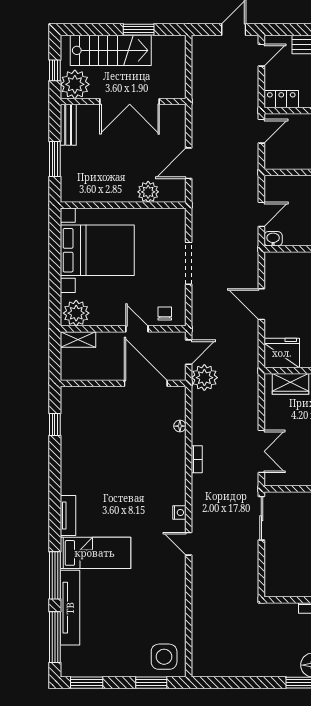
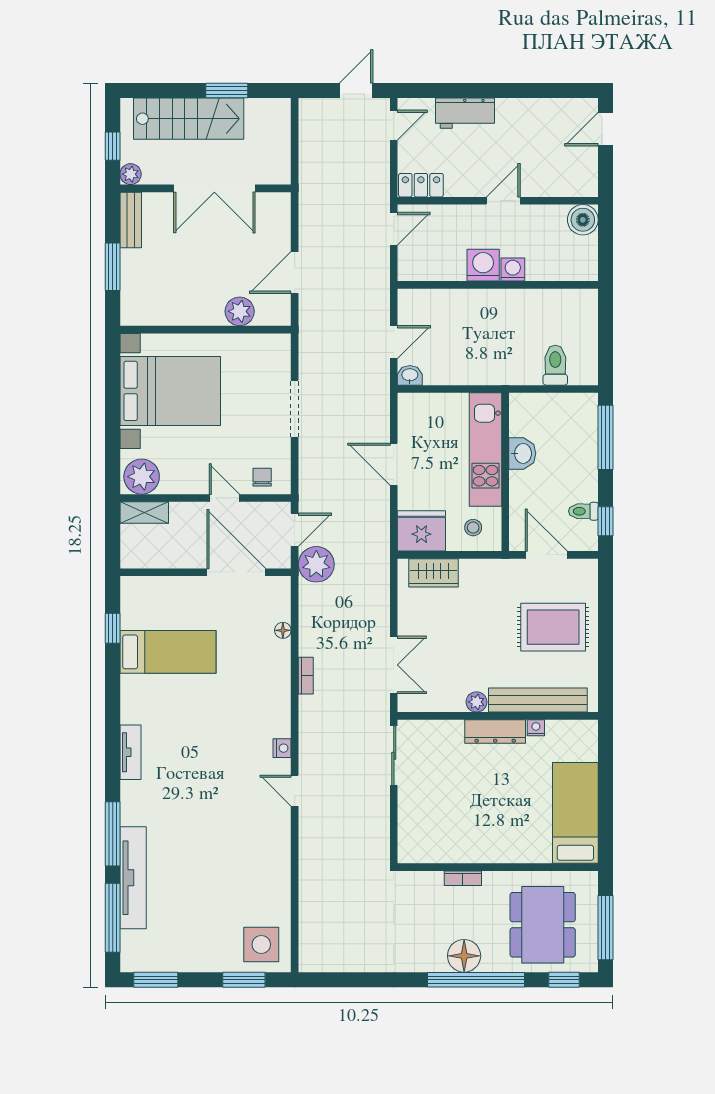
plant: (75, 84) -> (131, 174), width x0.53, depth x0.53
bed: (95, 553) -> (168, 652), moved

